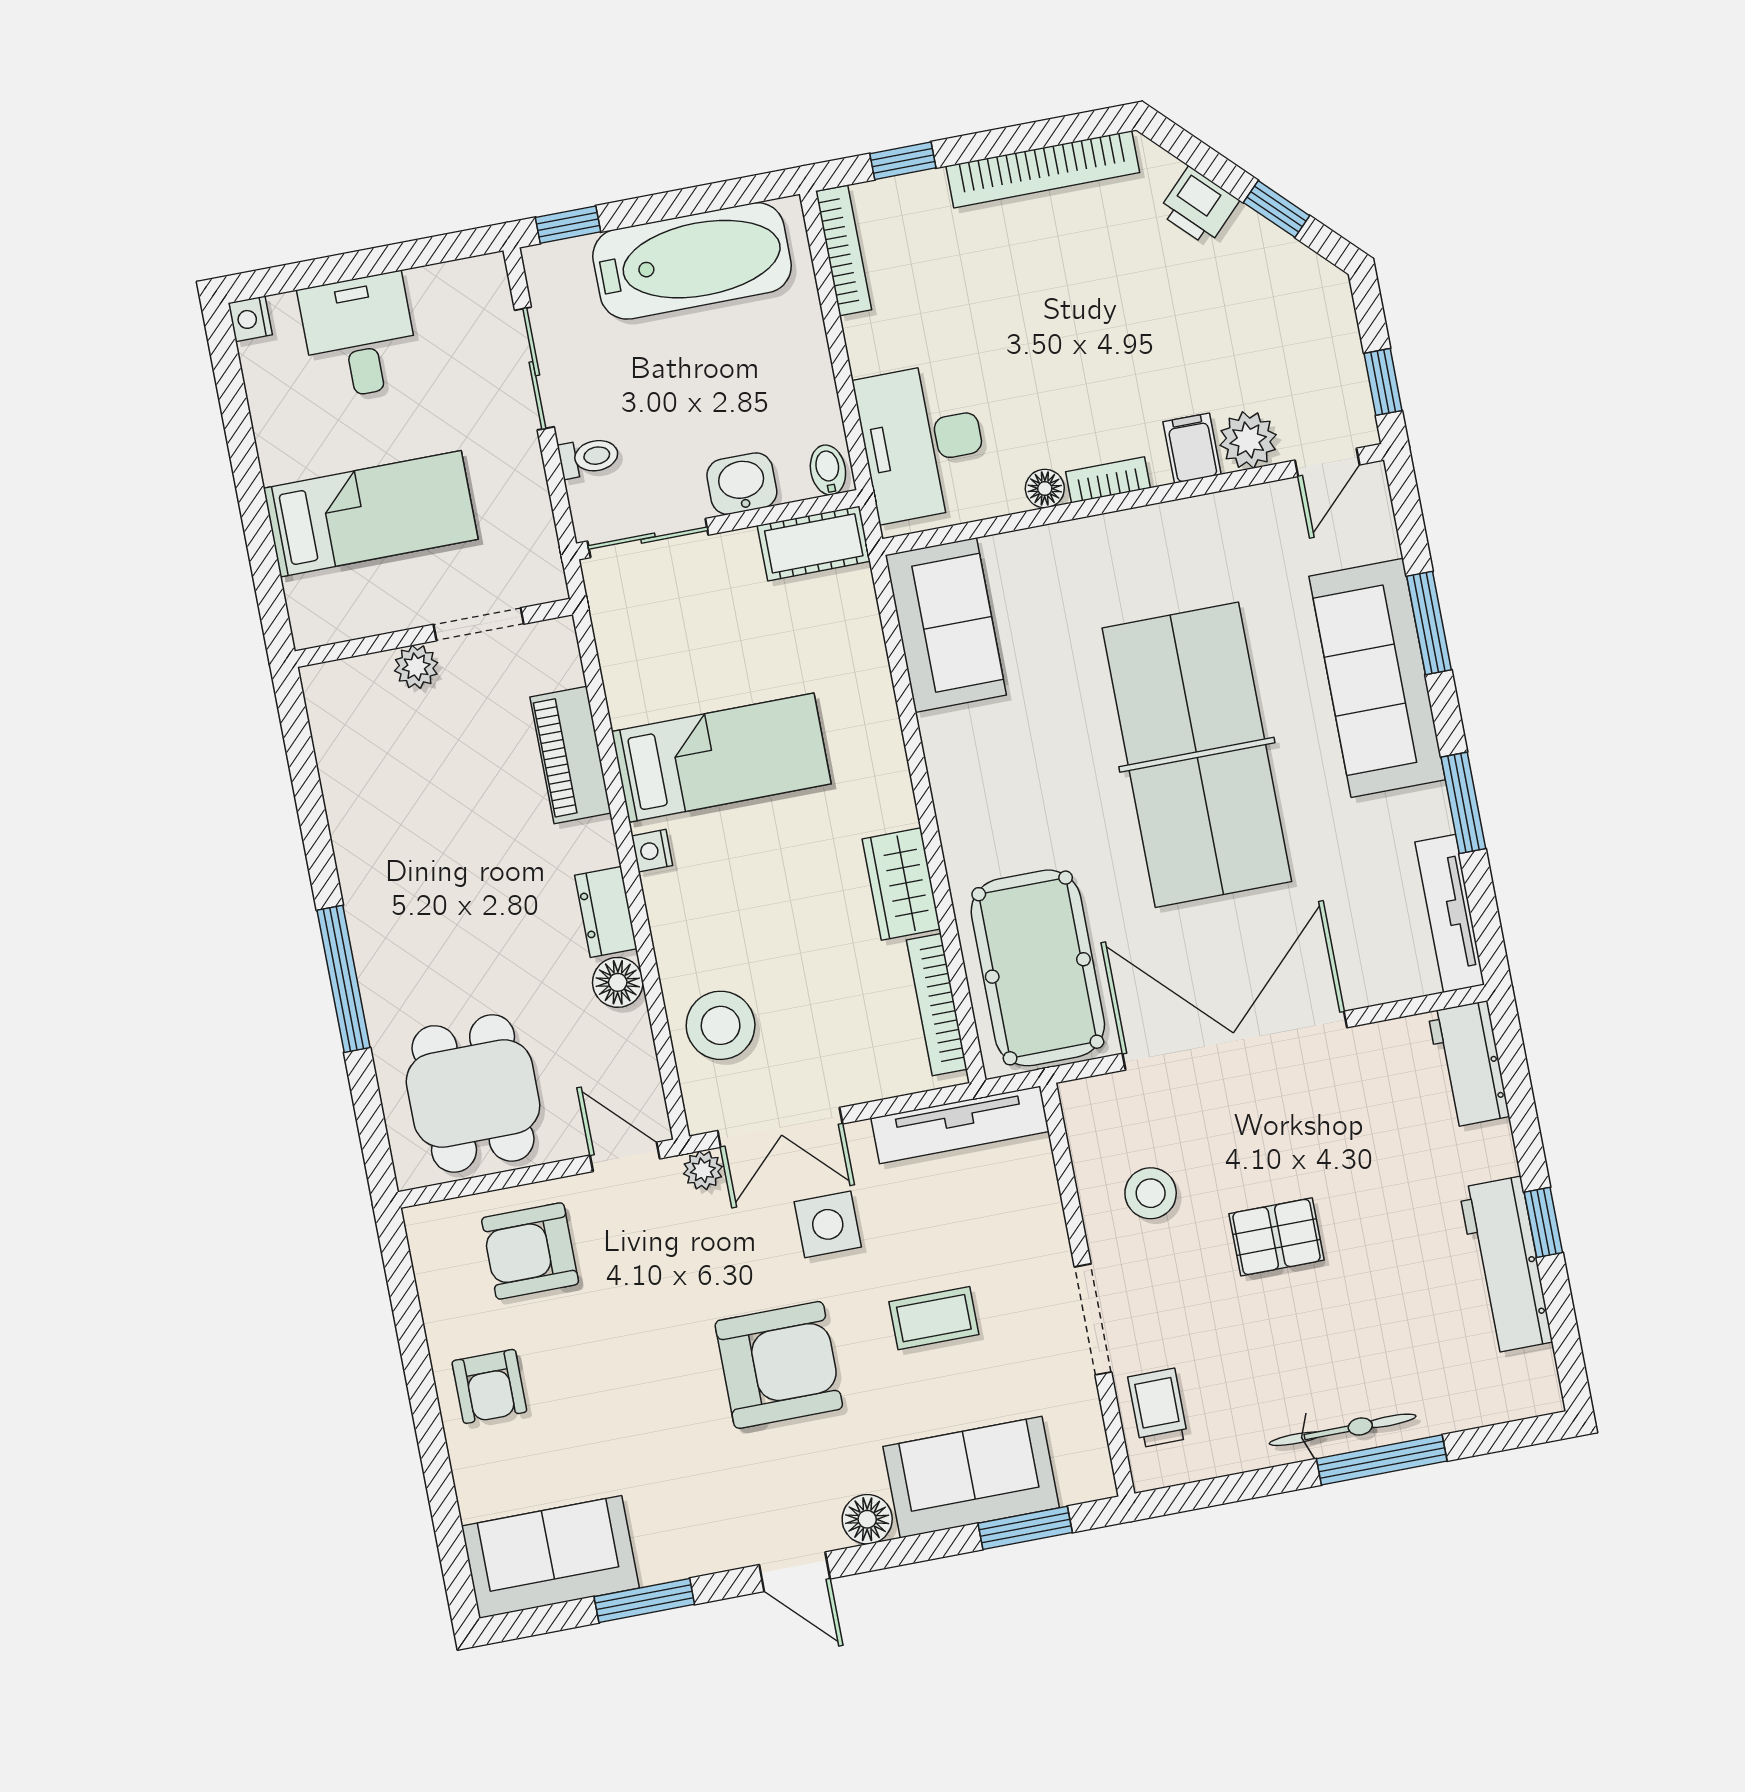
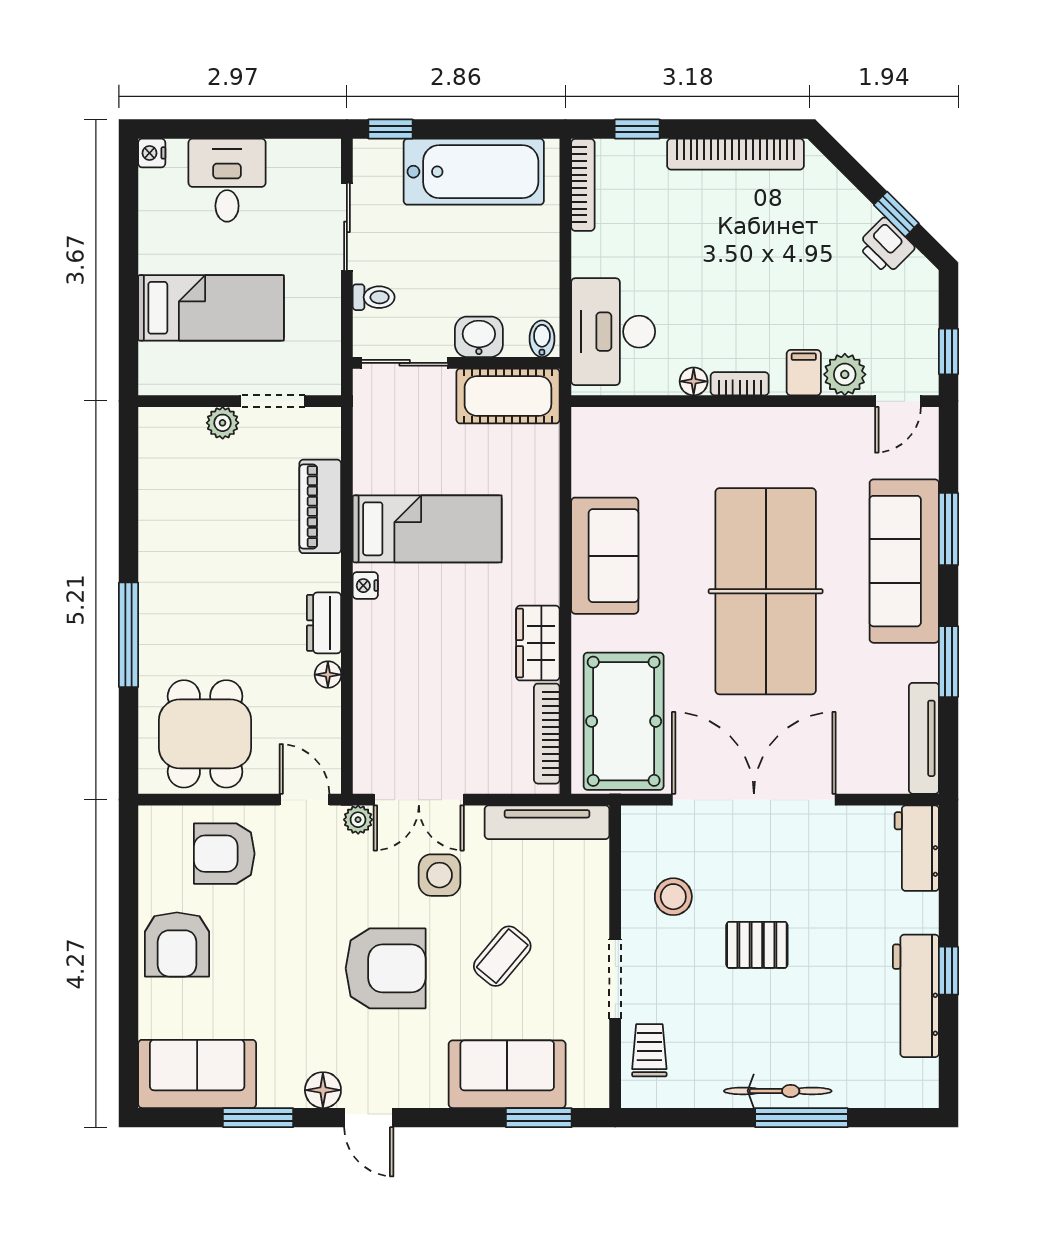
printer: (1199, 206) -> (886, 246), moved
cot: (814, 543) -> (508, 396), width x1.37, depth x1.34
sofa: (946, 625) -> (605, 556), moved
floor lamp: (618, 982) -> (328, 675), width x0.73, depth x0.73
stool: (721, 1025) -> (390, 719), removed
coffee table: (934, 1318) -> (502, 956), turned -50
armchair: (489, 1386) -> (177, 944), width x1.38, depth x1.38
floor lamp: (867, 1519) -> (323, 1090), moved

